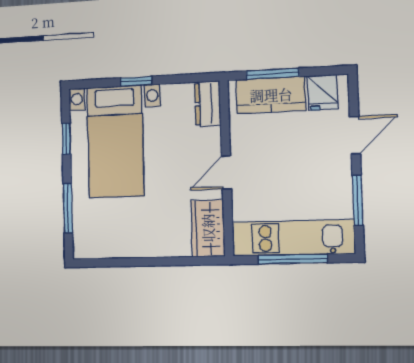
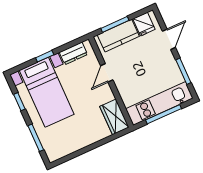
dresser: (208, 104) -> (73, 53), moved, turned -90
door: (226, 172) -> (107, 73), moved

